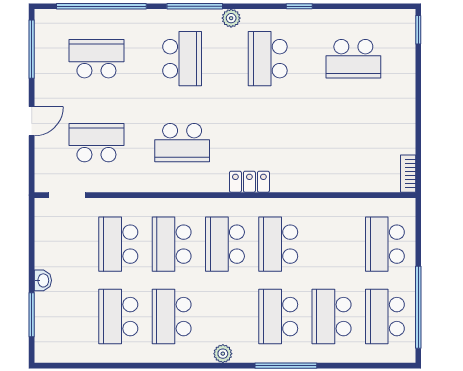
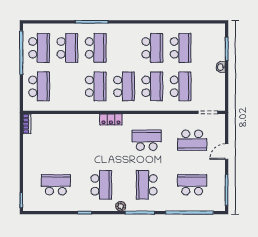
school desk: (96, 59) -> (192, 185), turned 180
plant: (223, 354) -> (125, 28), removed

